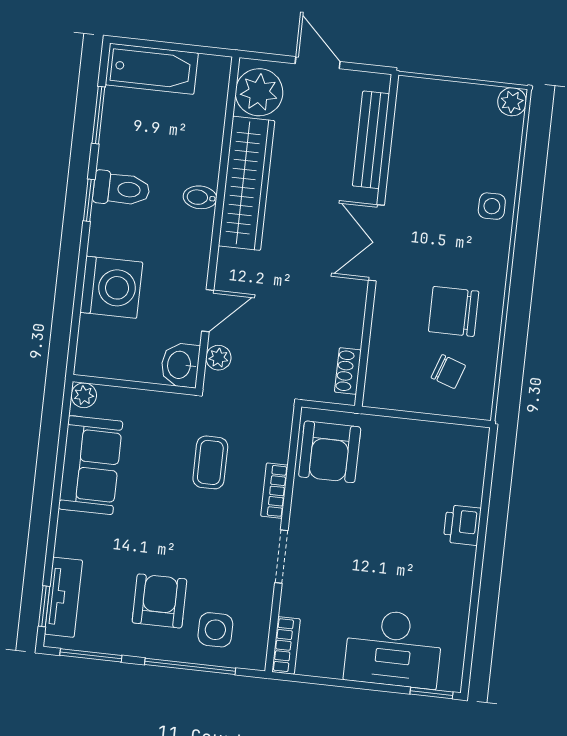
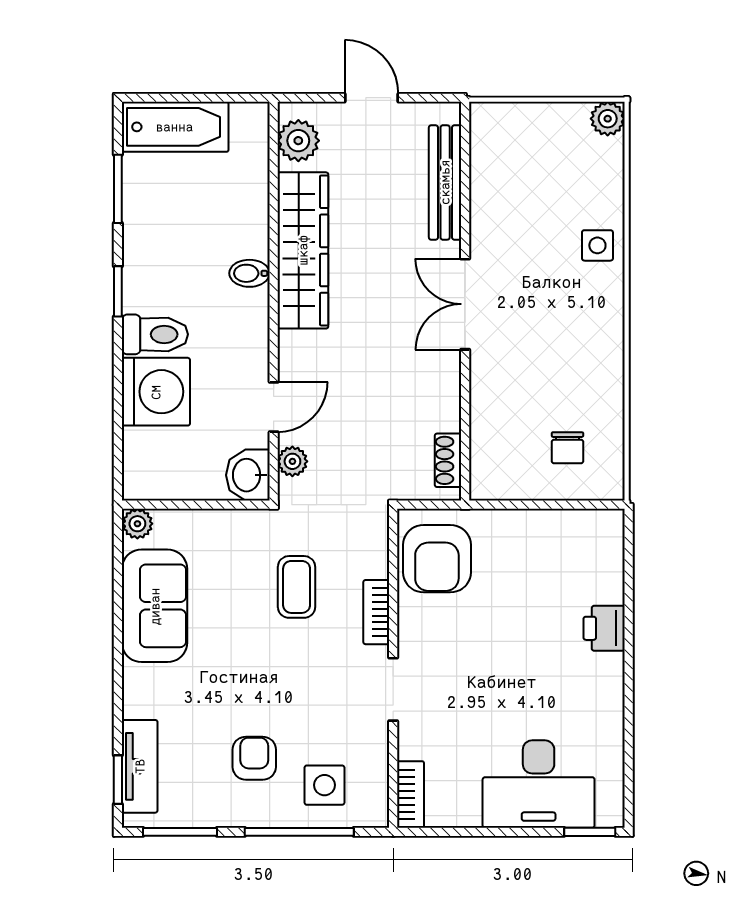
plant: (259, 92) -> (298, 141), width x0.73, depth x0.73
toilet: (121, 189) -> (155, 334), moved
chair: (454, 311) -> (566, 376), removed
chair: (448, 372) -> (567, 448), turned 71
armchair: (159, 601) -> (254, 758), width x0.72, depth x0.72

